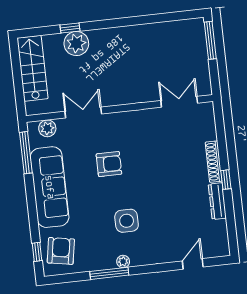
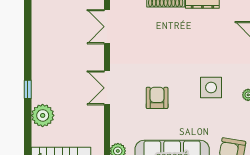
window: (70, 28) -> (28, 89), moved
double door: (83, 113) -> (107, 88), moved

